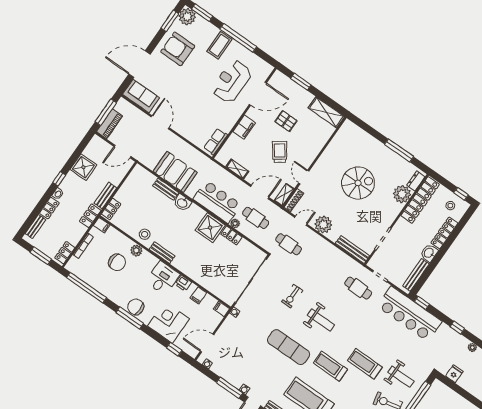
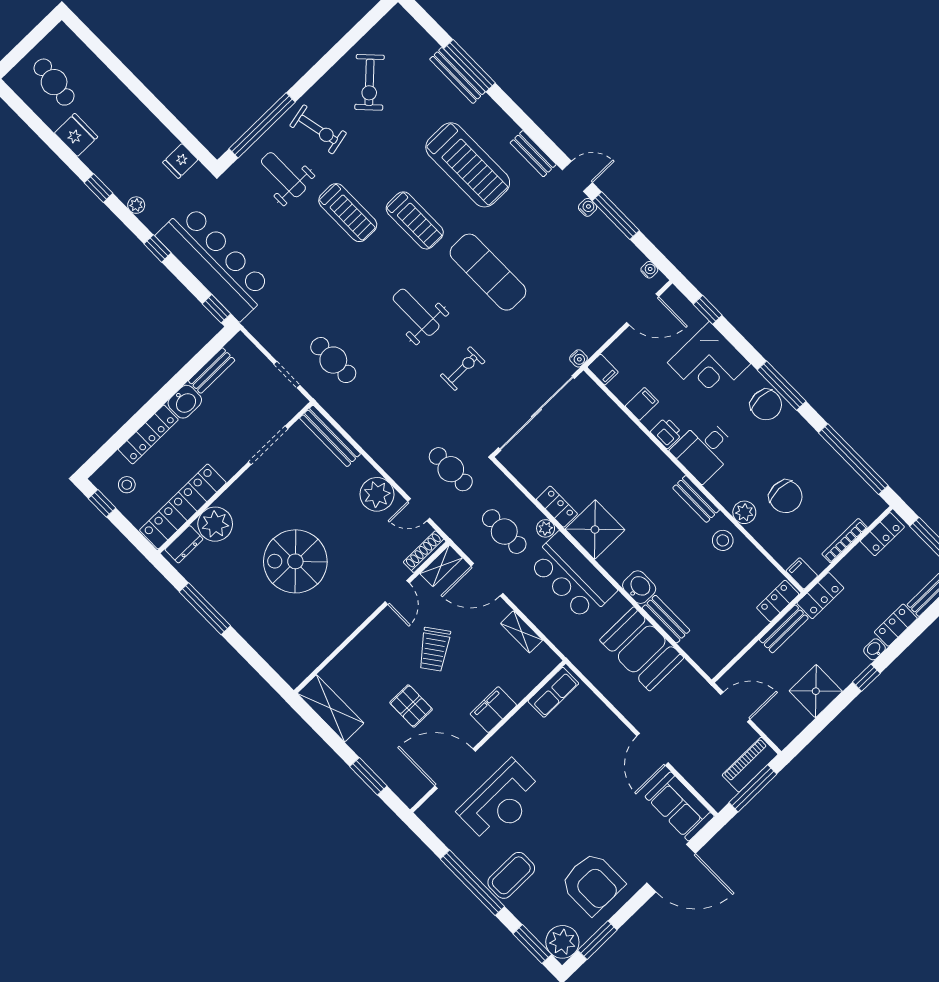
chair: (117, 262) -> (786, 497), turned 180
bench: (416, 275) -> (212, 371), width x0.73
bar counter: (410, 314) -> (215, 262), moved

